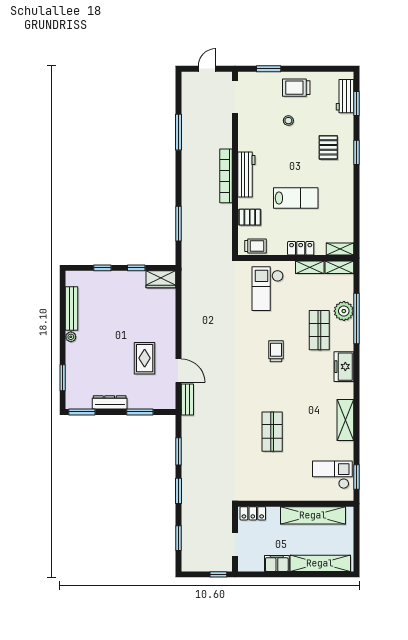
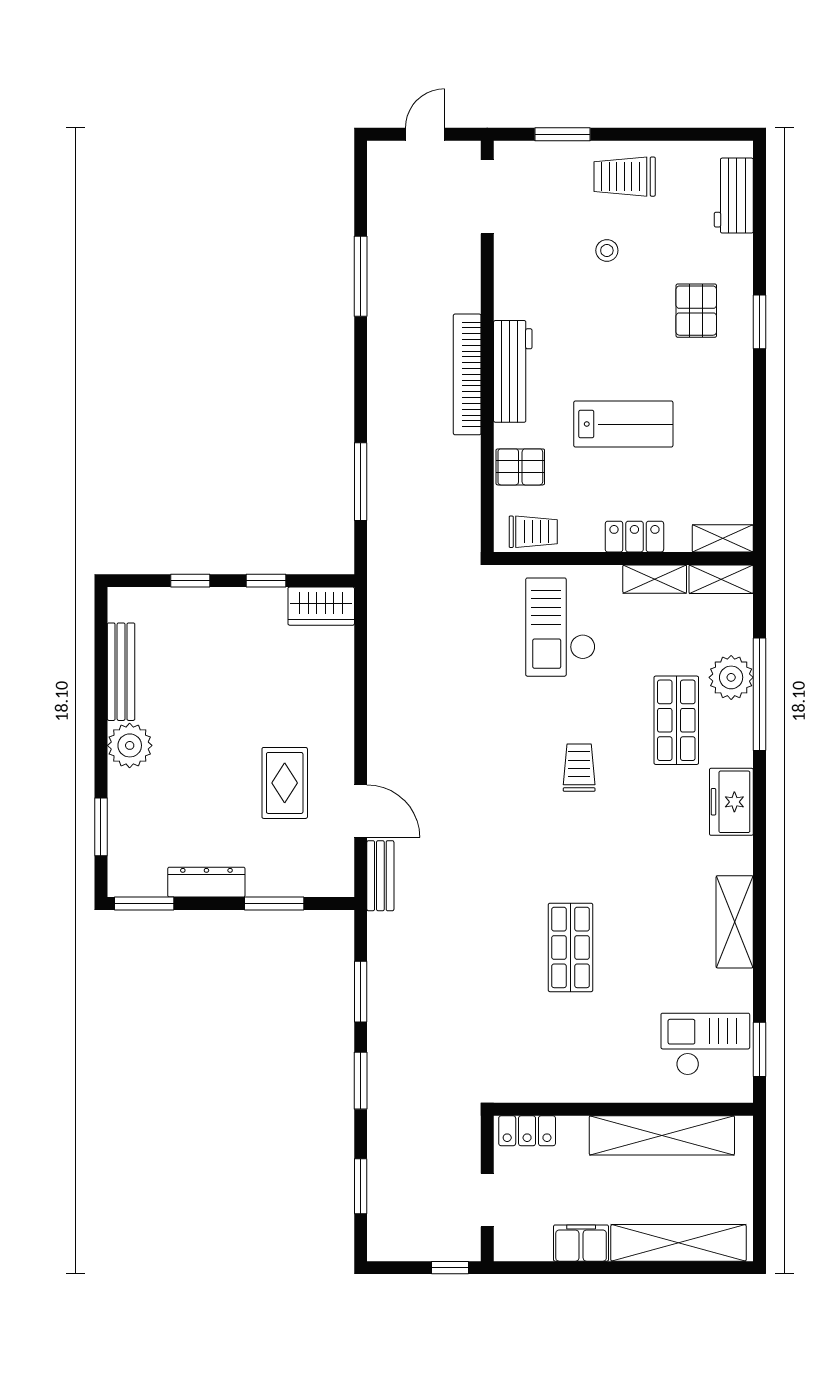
window: (356, 104) -> (760, 212), removed
plant: (71, 337) -> (130, 745), width x1.88, depth x1.88

